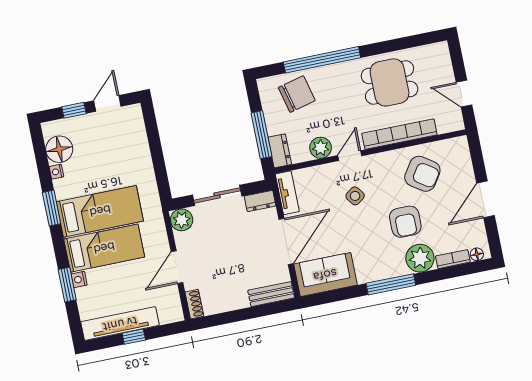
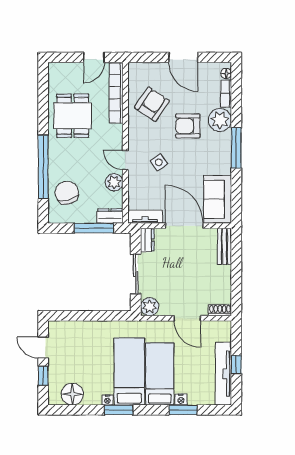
bookcase: (399, 134) -> (116, 93), moved
nightstand: (56, 172) -> (107, 400), moved
armchair: (405, 222) -> (188, 126), turned 180

